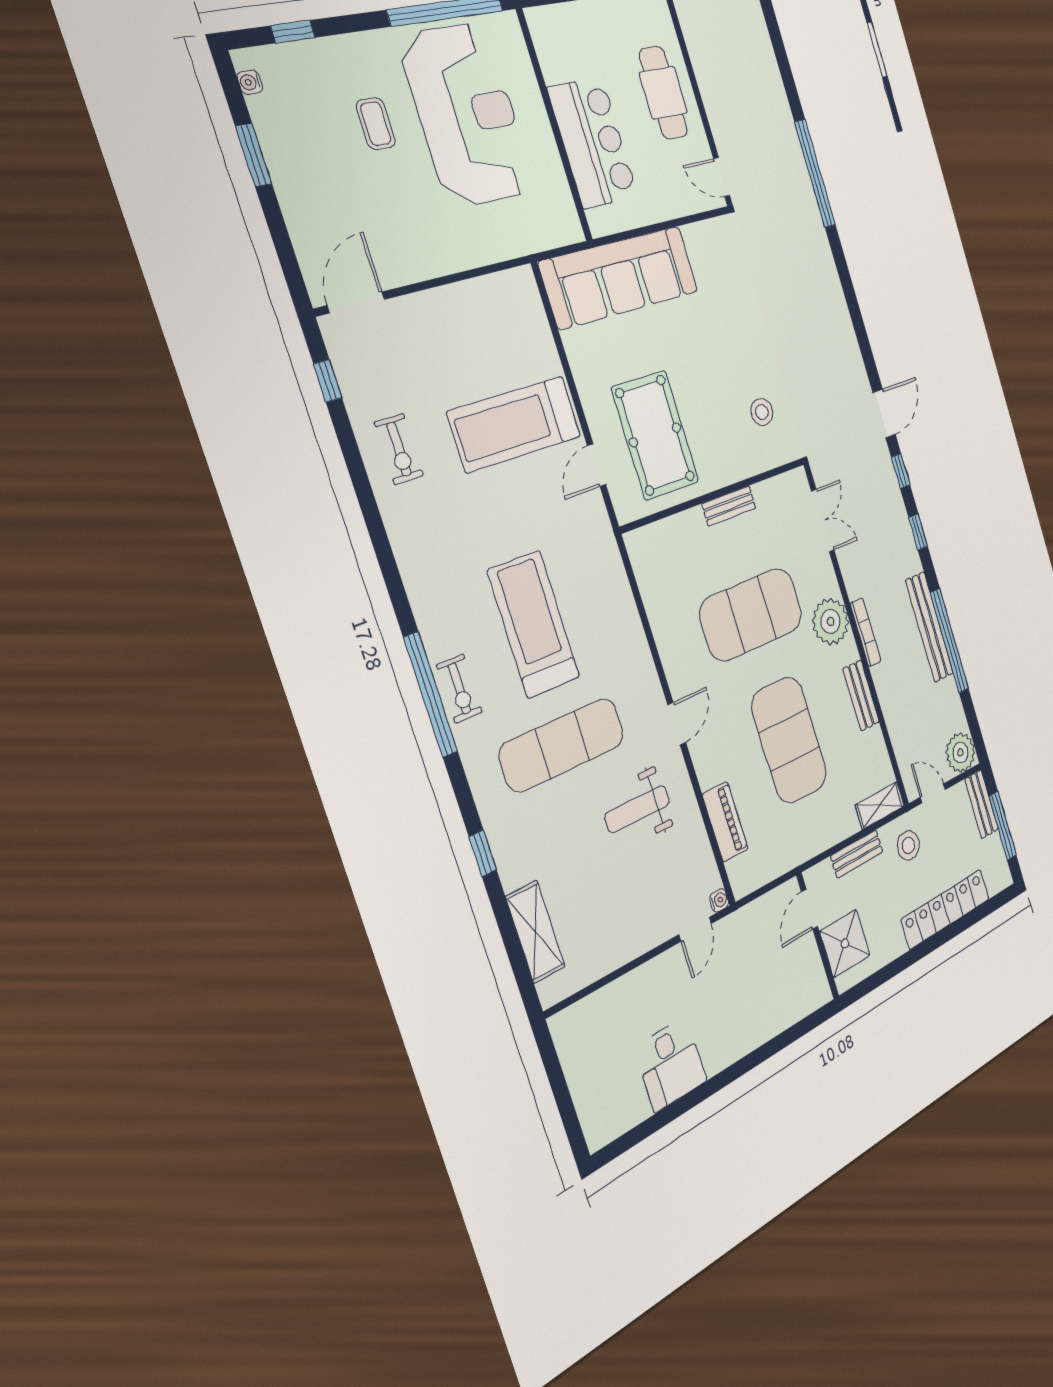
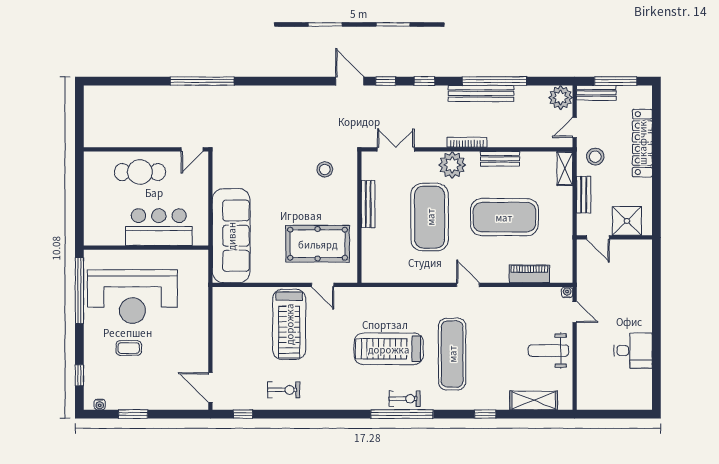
reception desk: (467, 115) -> (132, 297), turned 180
bench: (729, 506) -> (368, 204), width x1.36
weight bench: (637, 809) -> (548, 351), moved, turned 90

